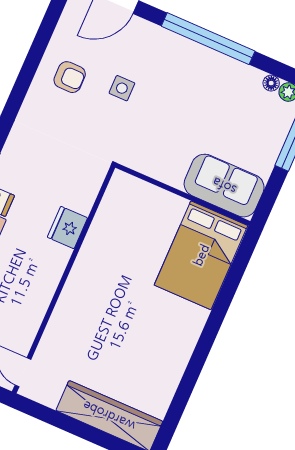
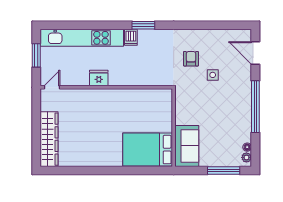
armchair: (70, 77) -> (191, 59), moved, turned 180
fridge: (67, 228) -> (99, 78), moved

